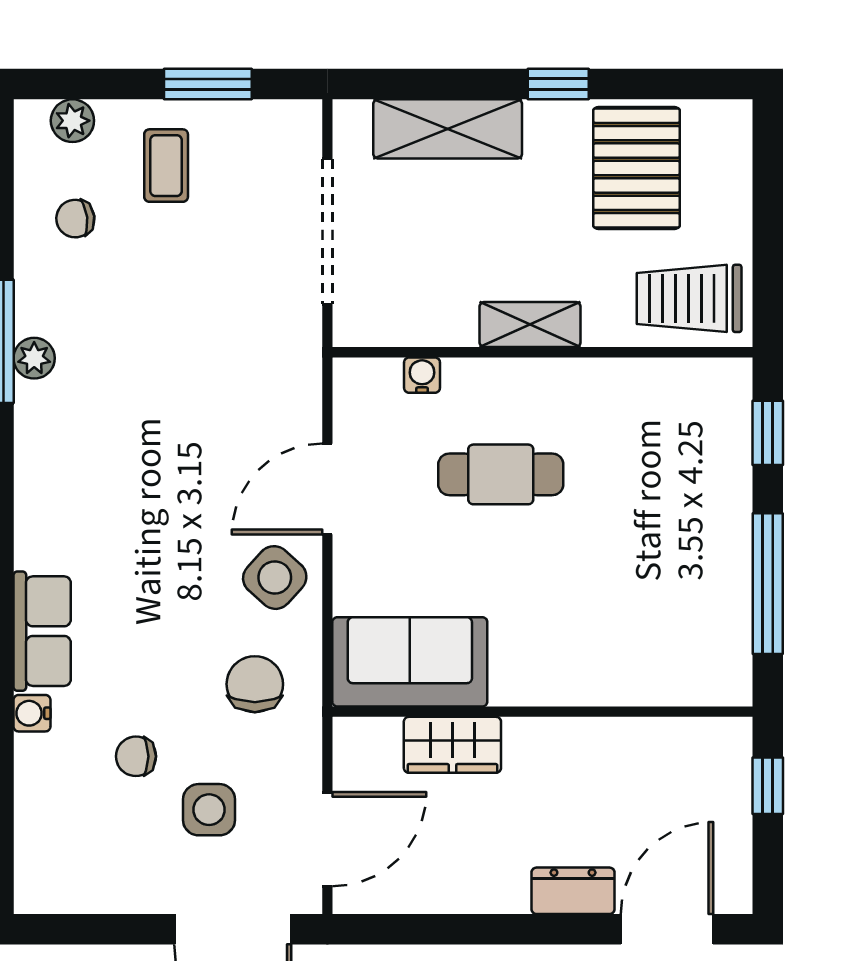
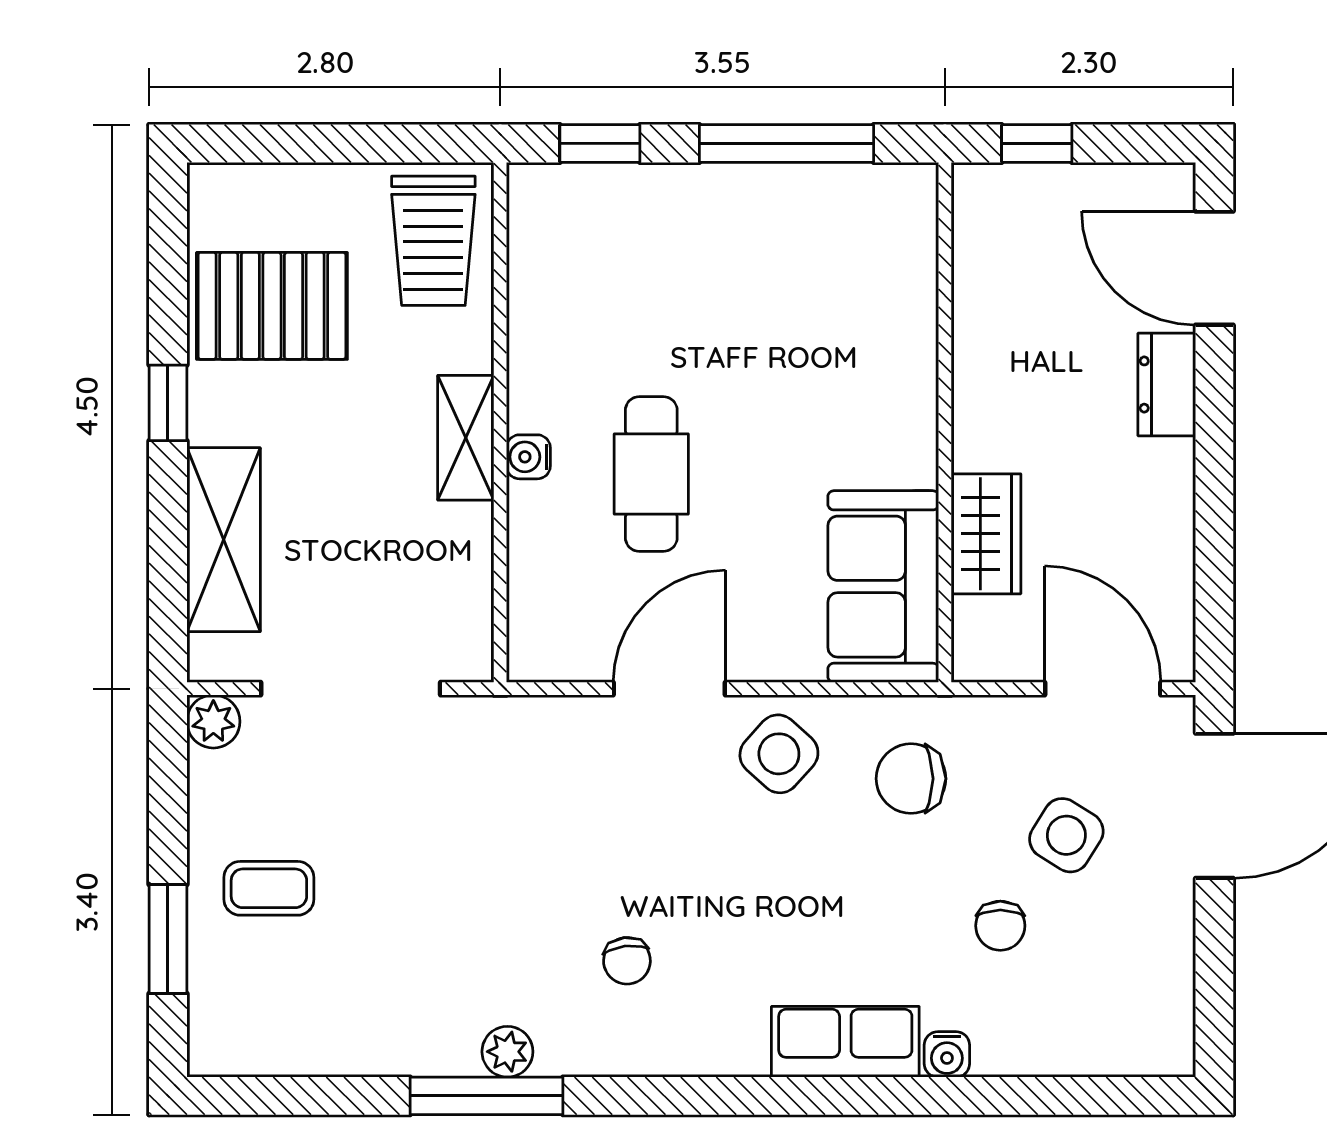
window: (208, 84) -> (168, 939), moved
plant: (72, 121) -> (213, 721), moved
chair: (75, 219) -> (627, 961), moved
water cooler: (422, 375) -> (528, 457), moved
door: (327, 489) -> (669, 689), swing flipped
side table: (209, 810) -> (1066, 835), turned 32

